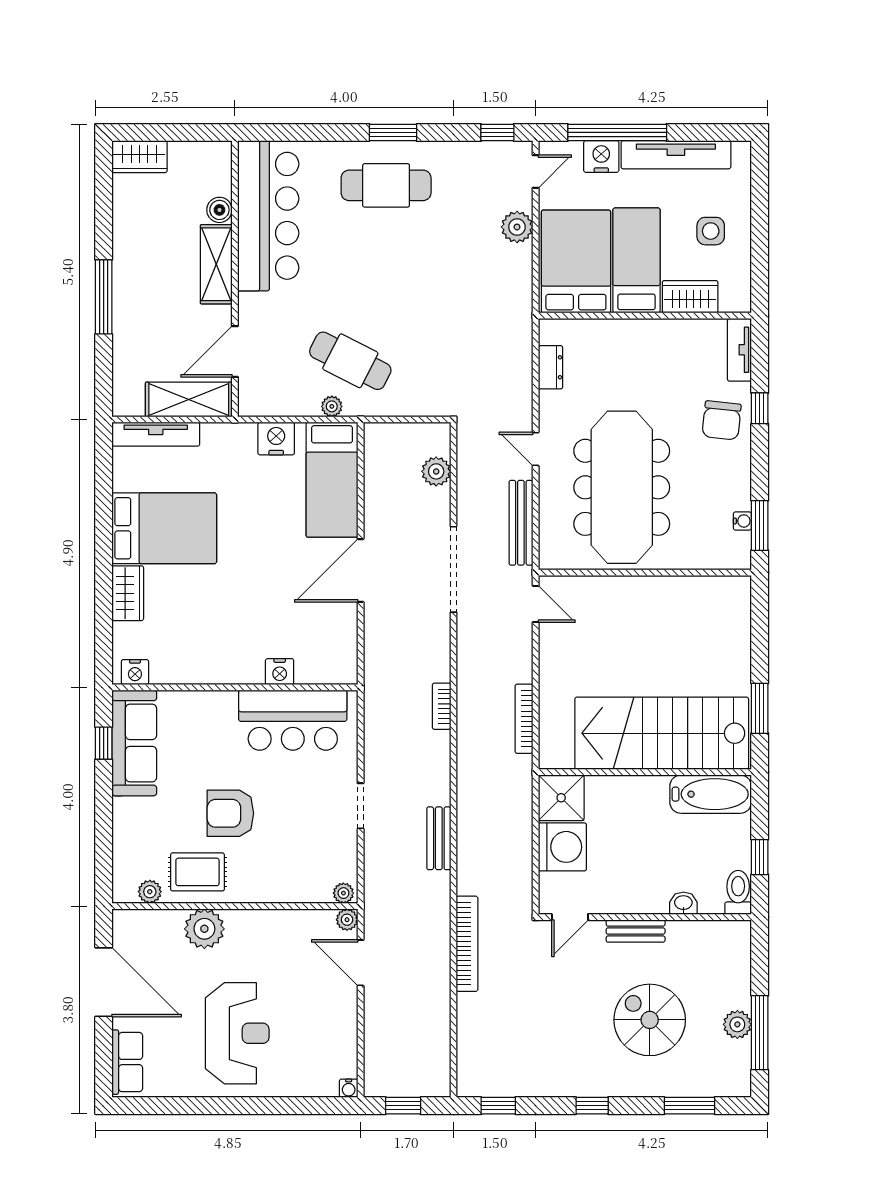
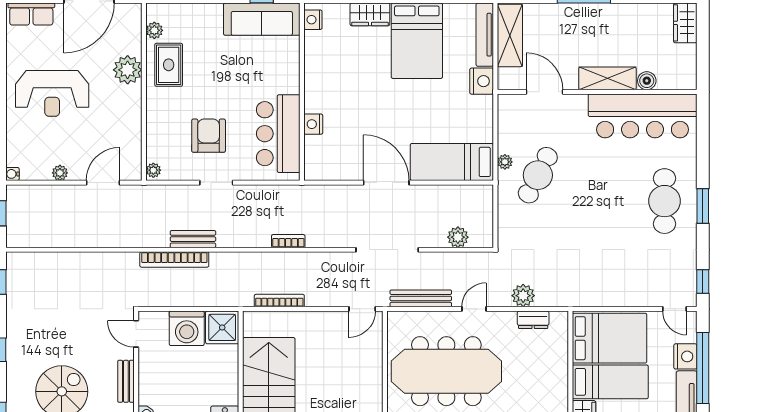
plant: (517, 227) -> (523, 296), moved
shelving: (189, 399) -> (510, 35), moved
nightstand: (276, 439) -> (482, 81), moved
armchair: (230, 813) -> (209, 136), moved
plant: (347, 920) -> (60, 173), moved
bookcase: (467, 944) -> (174, 260), moved

